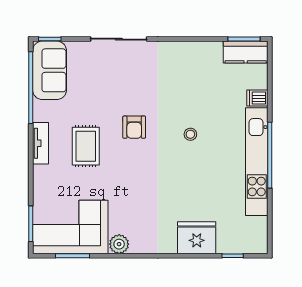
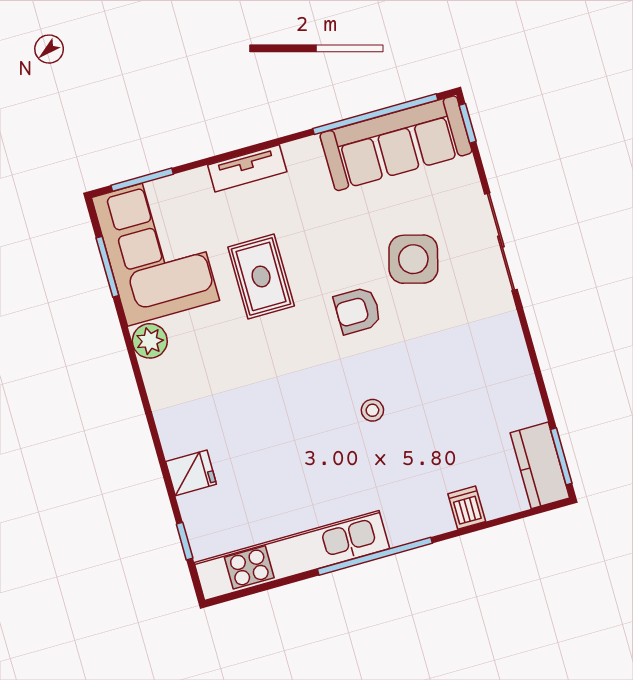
sofa: (50, 70) -> (396, 143), width x1.36
side table: (115, 89) -> (413, 259), added
tv unit: (41, 143) -> (247, 168), moved
rug: (86, 146) -> (261, 277), moved, turned 90
kitchen unit: (257, 162) -> (292, 555), moved
fridge: (197, 238) -> (191, 473), width x0.53, depth x0.75

